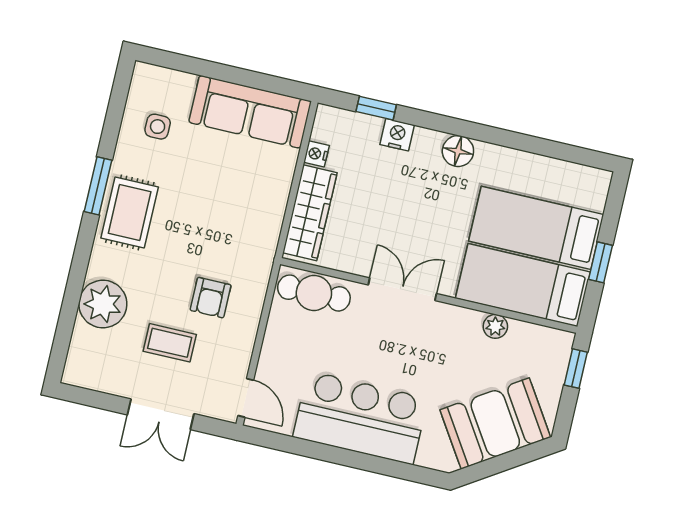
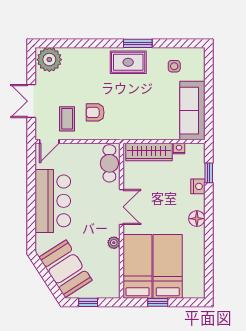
plant: (103, 304) -> (49, 60), moved
plant: (495, 326) -> (114, 243), moved
coffee table: (170, 343) -> (67, 119), moved
window: (576, 369) -> (88, 302), moved

